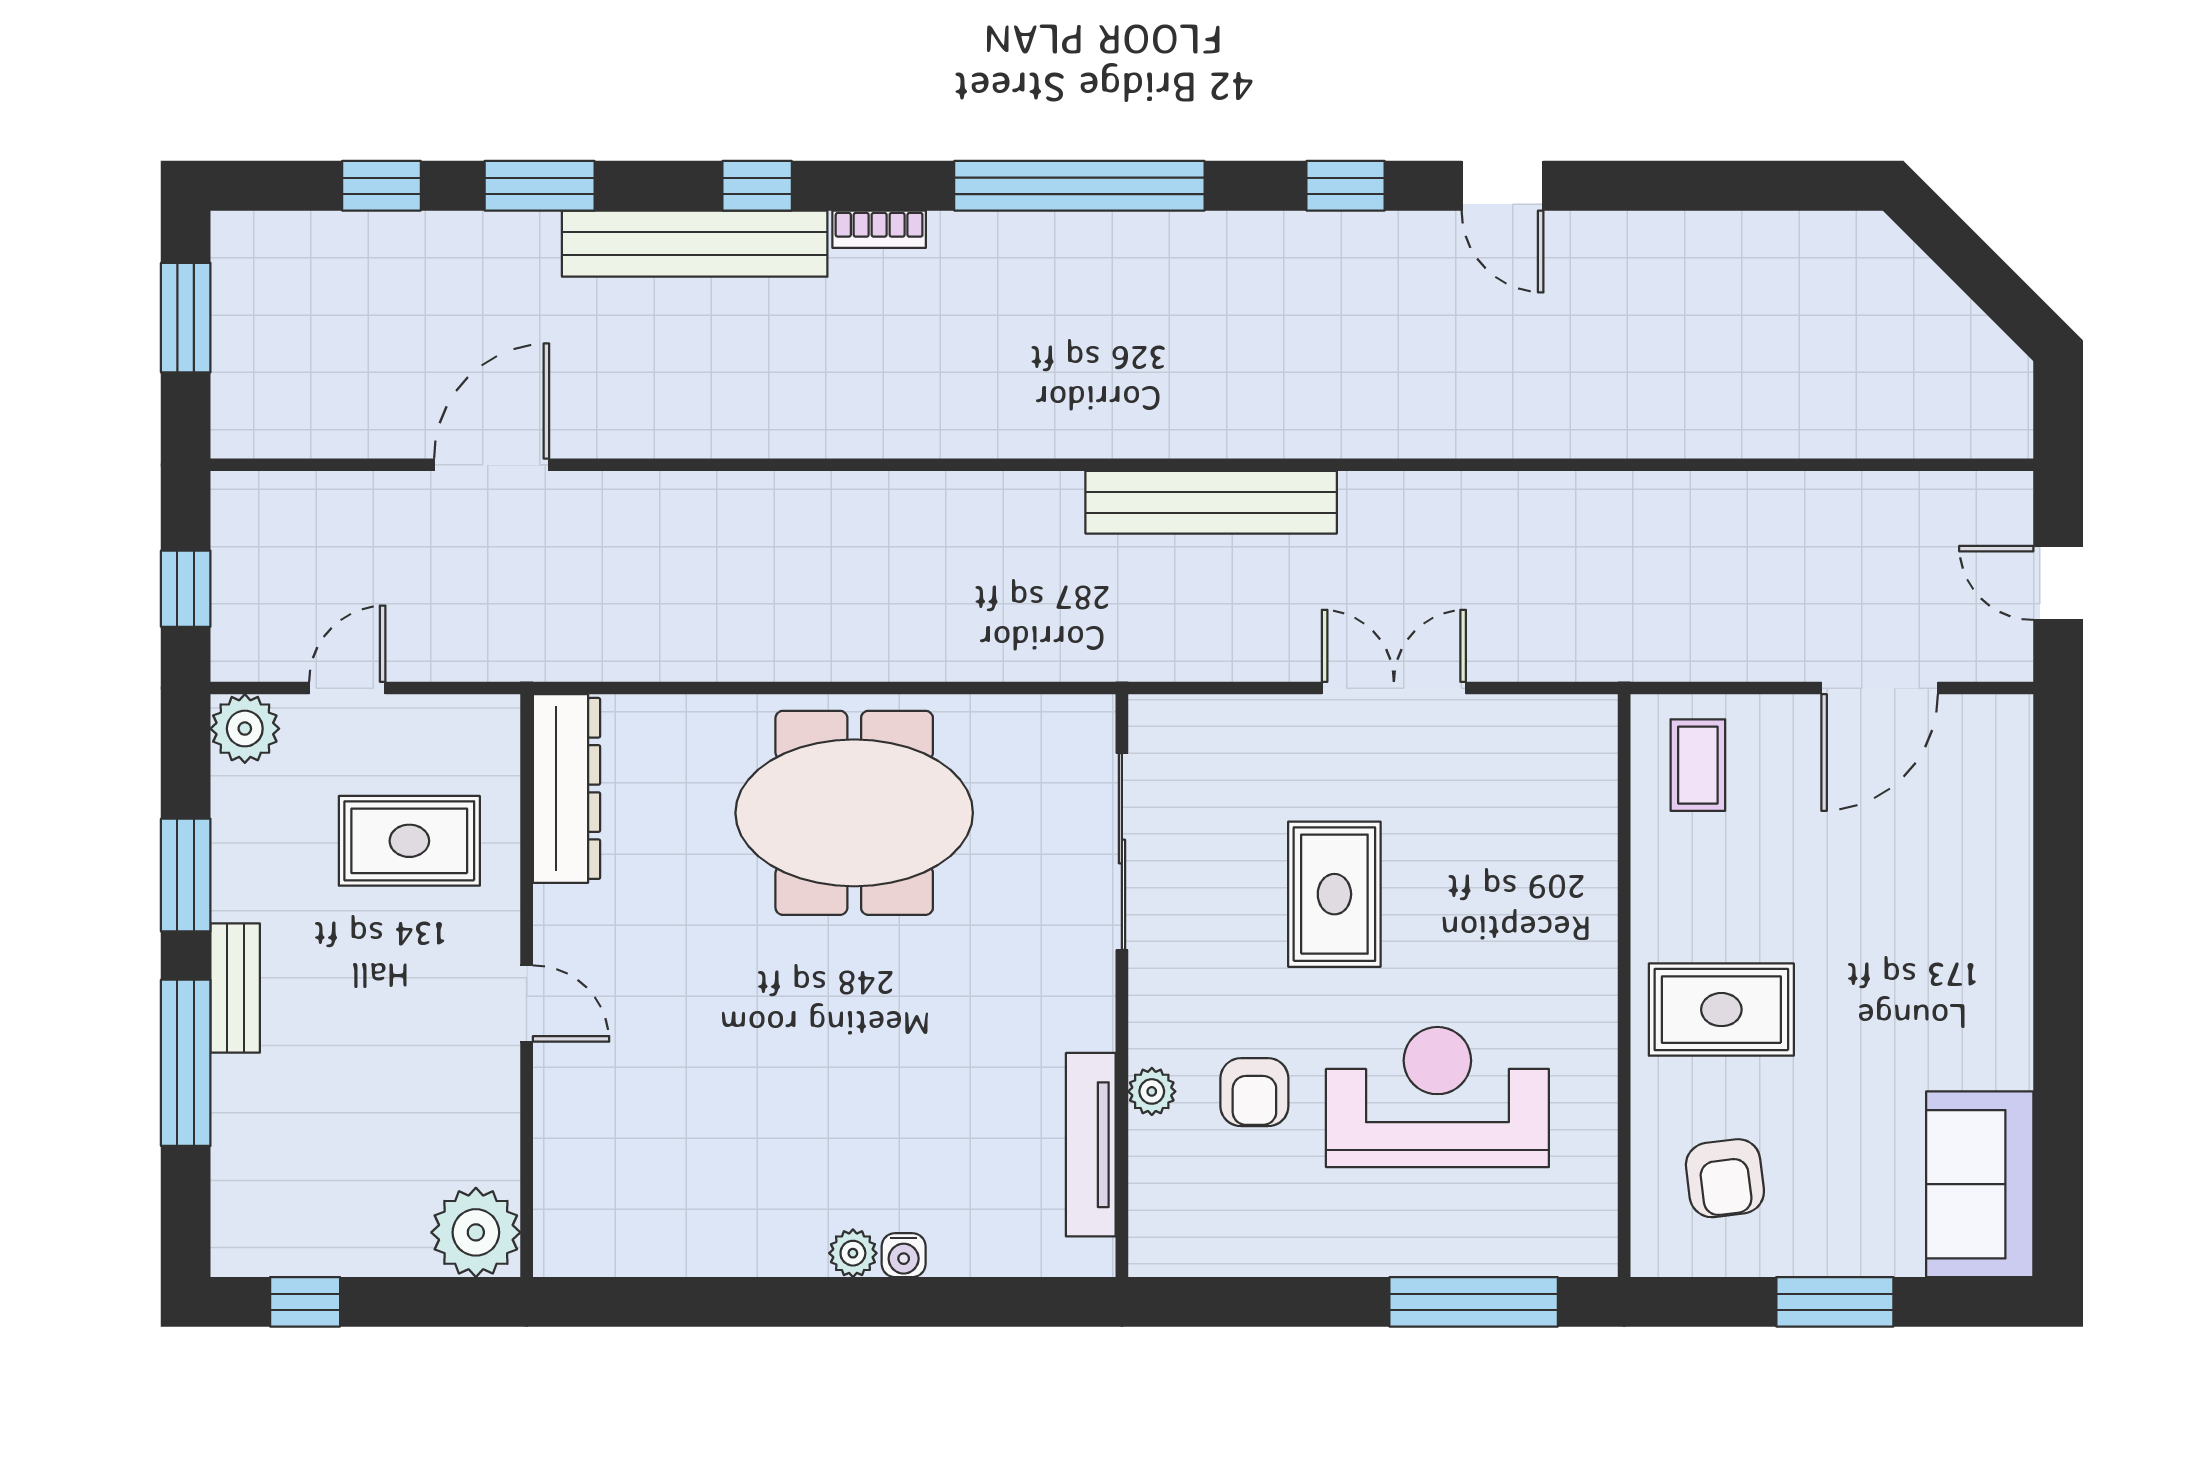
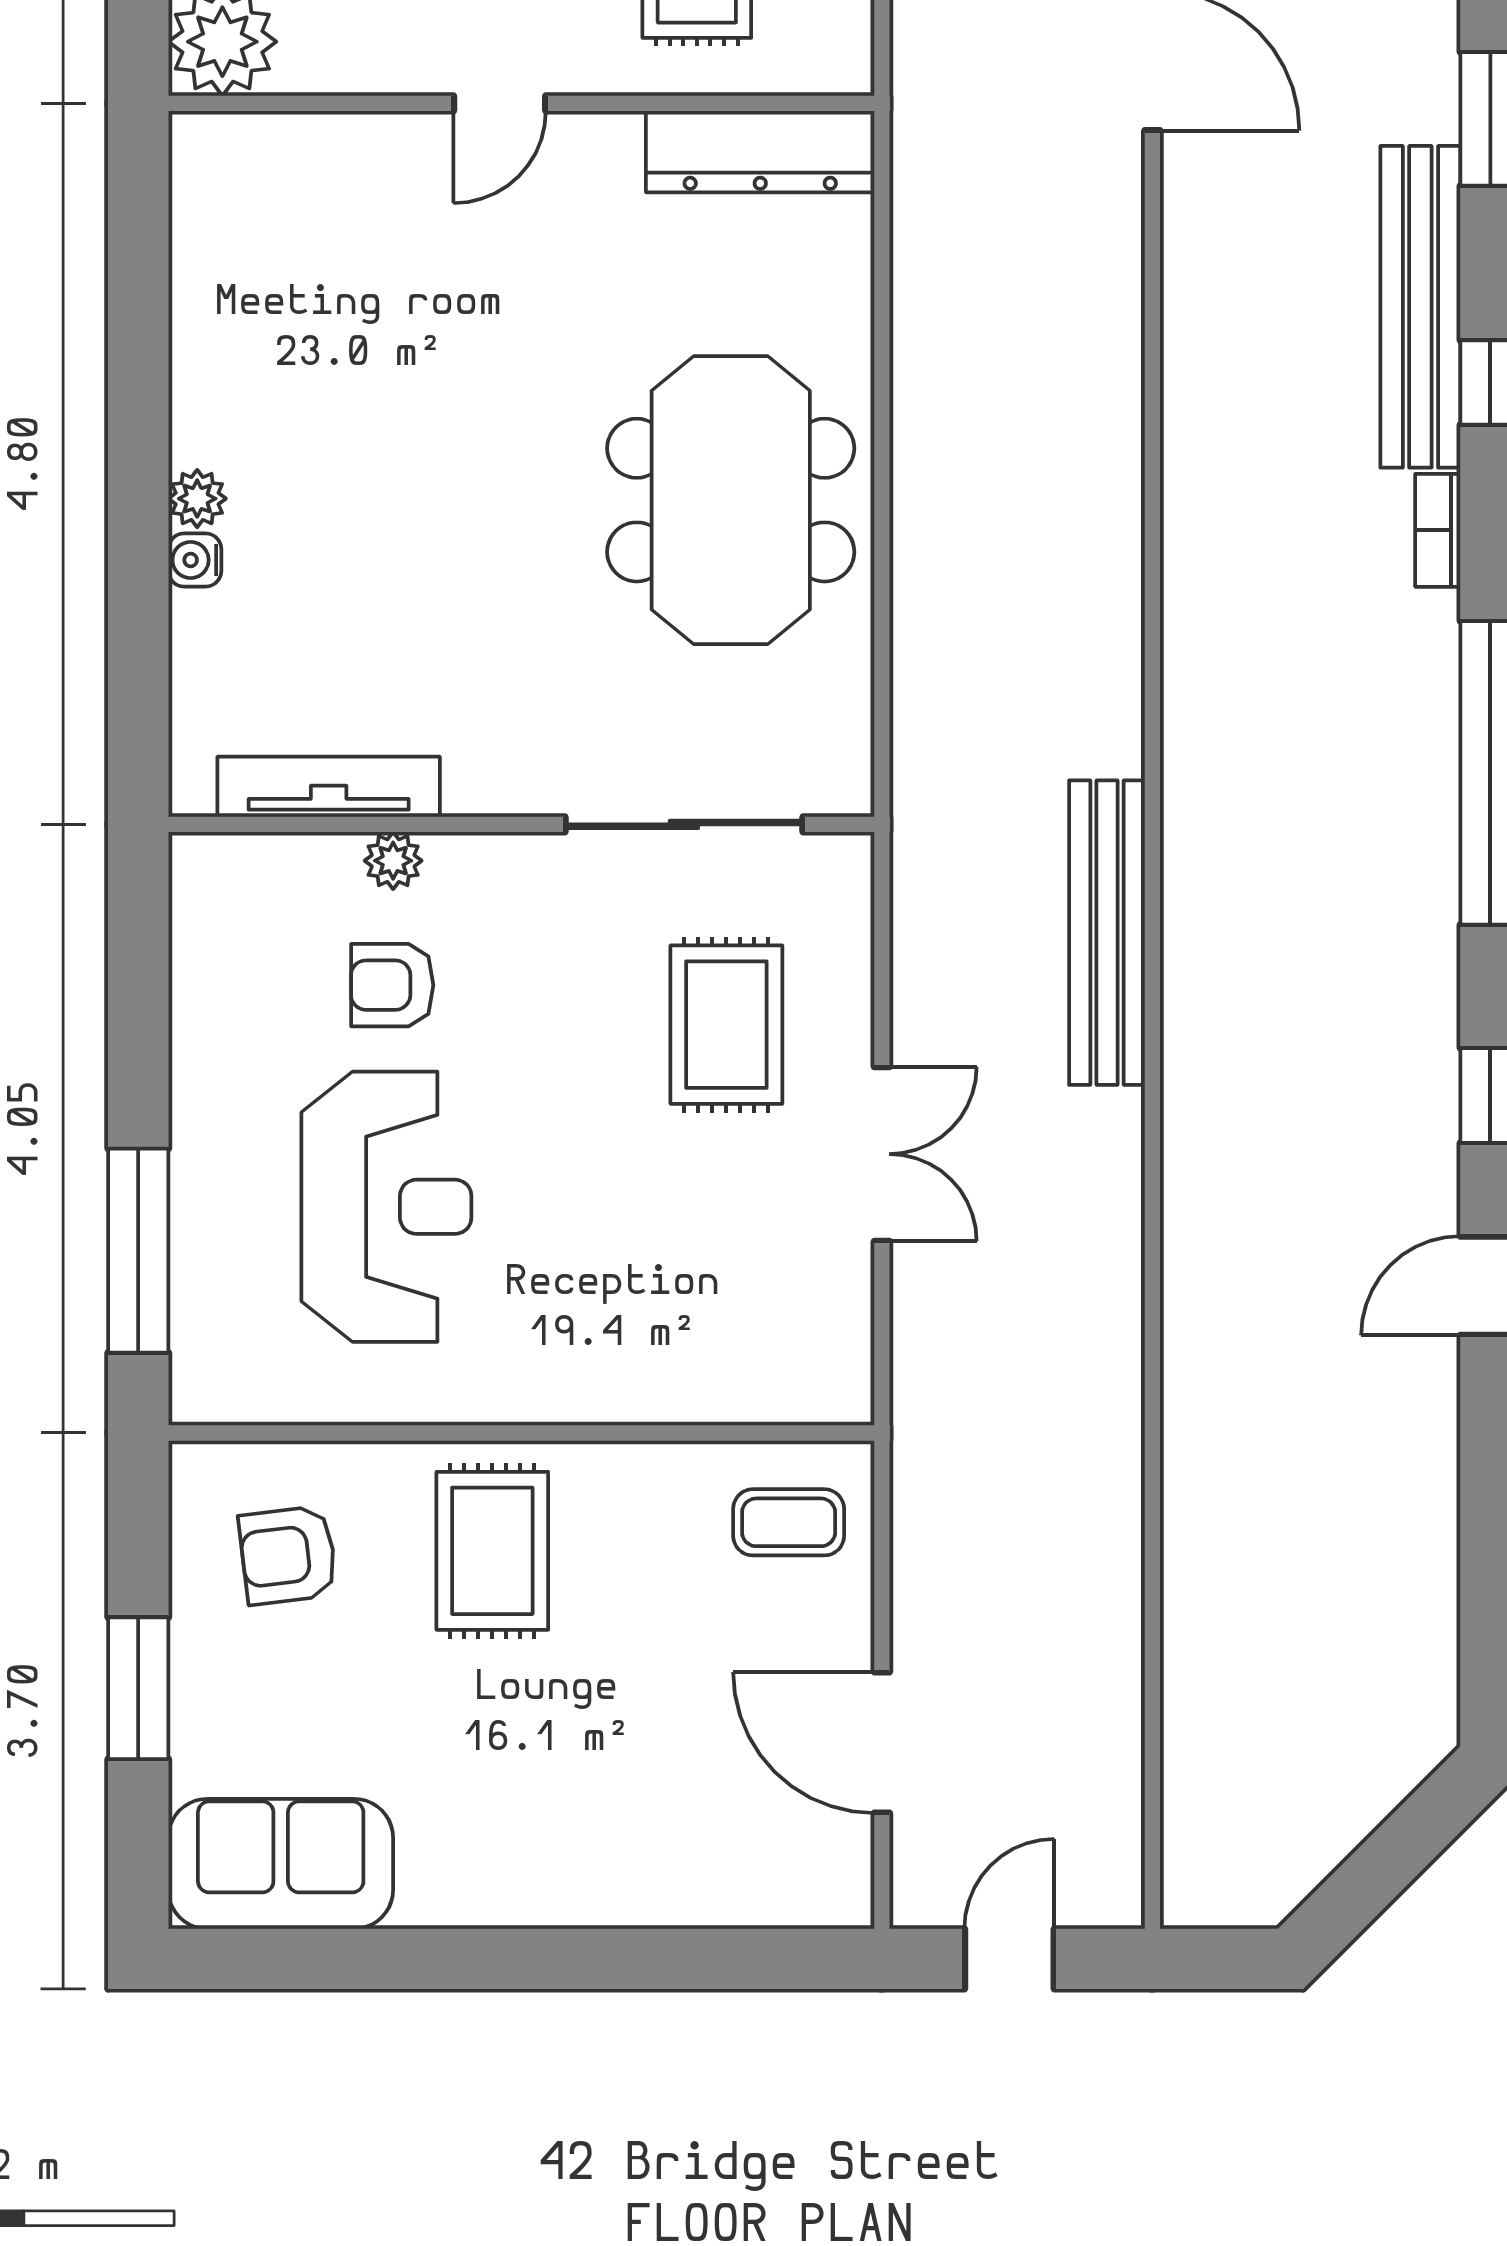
rug: (1334, 894) -> (726, 1025), moved, turned 90

